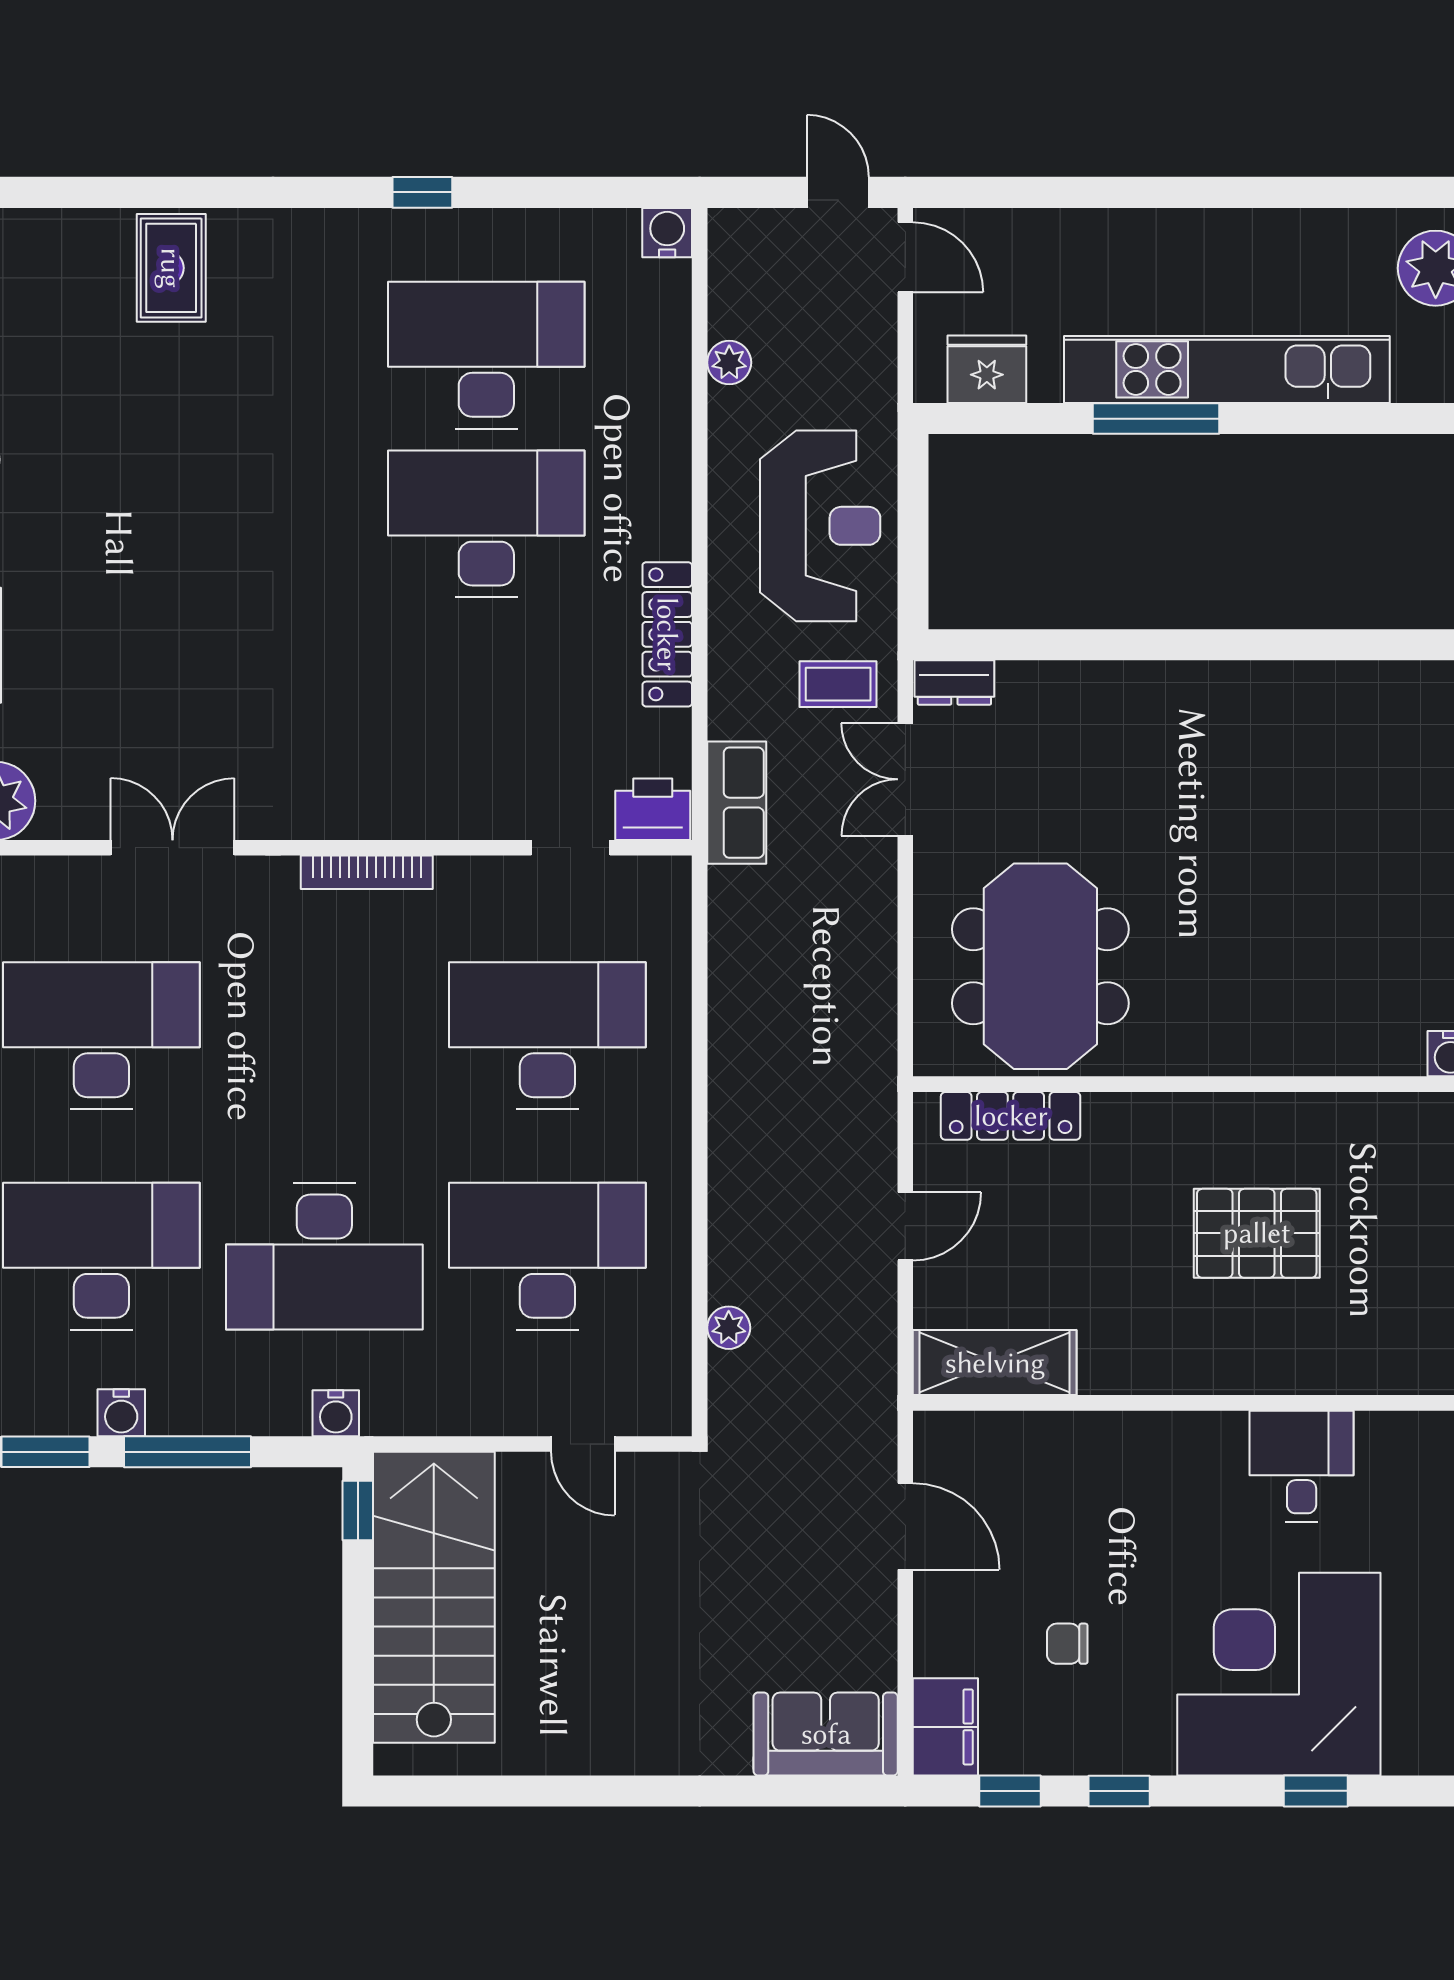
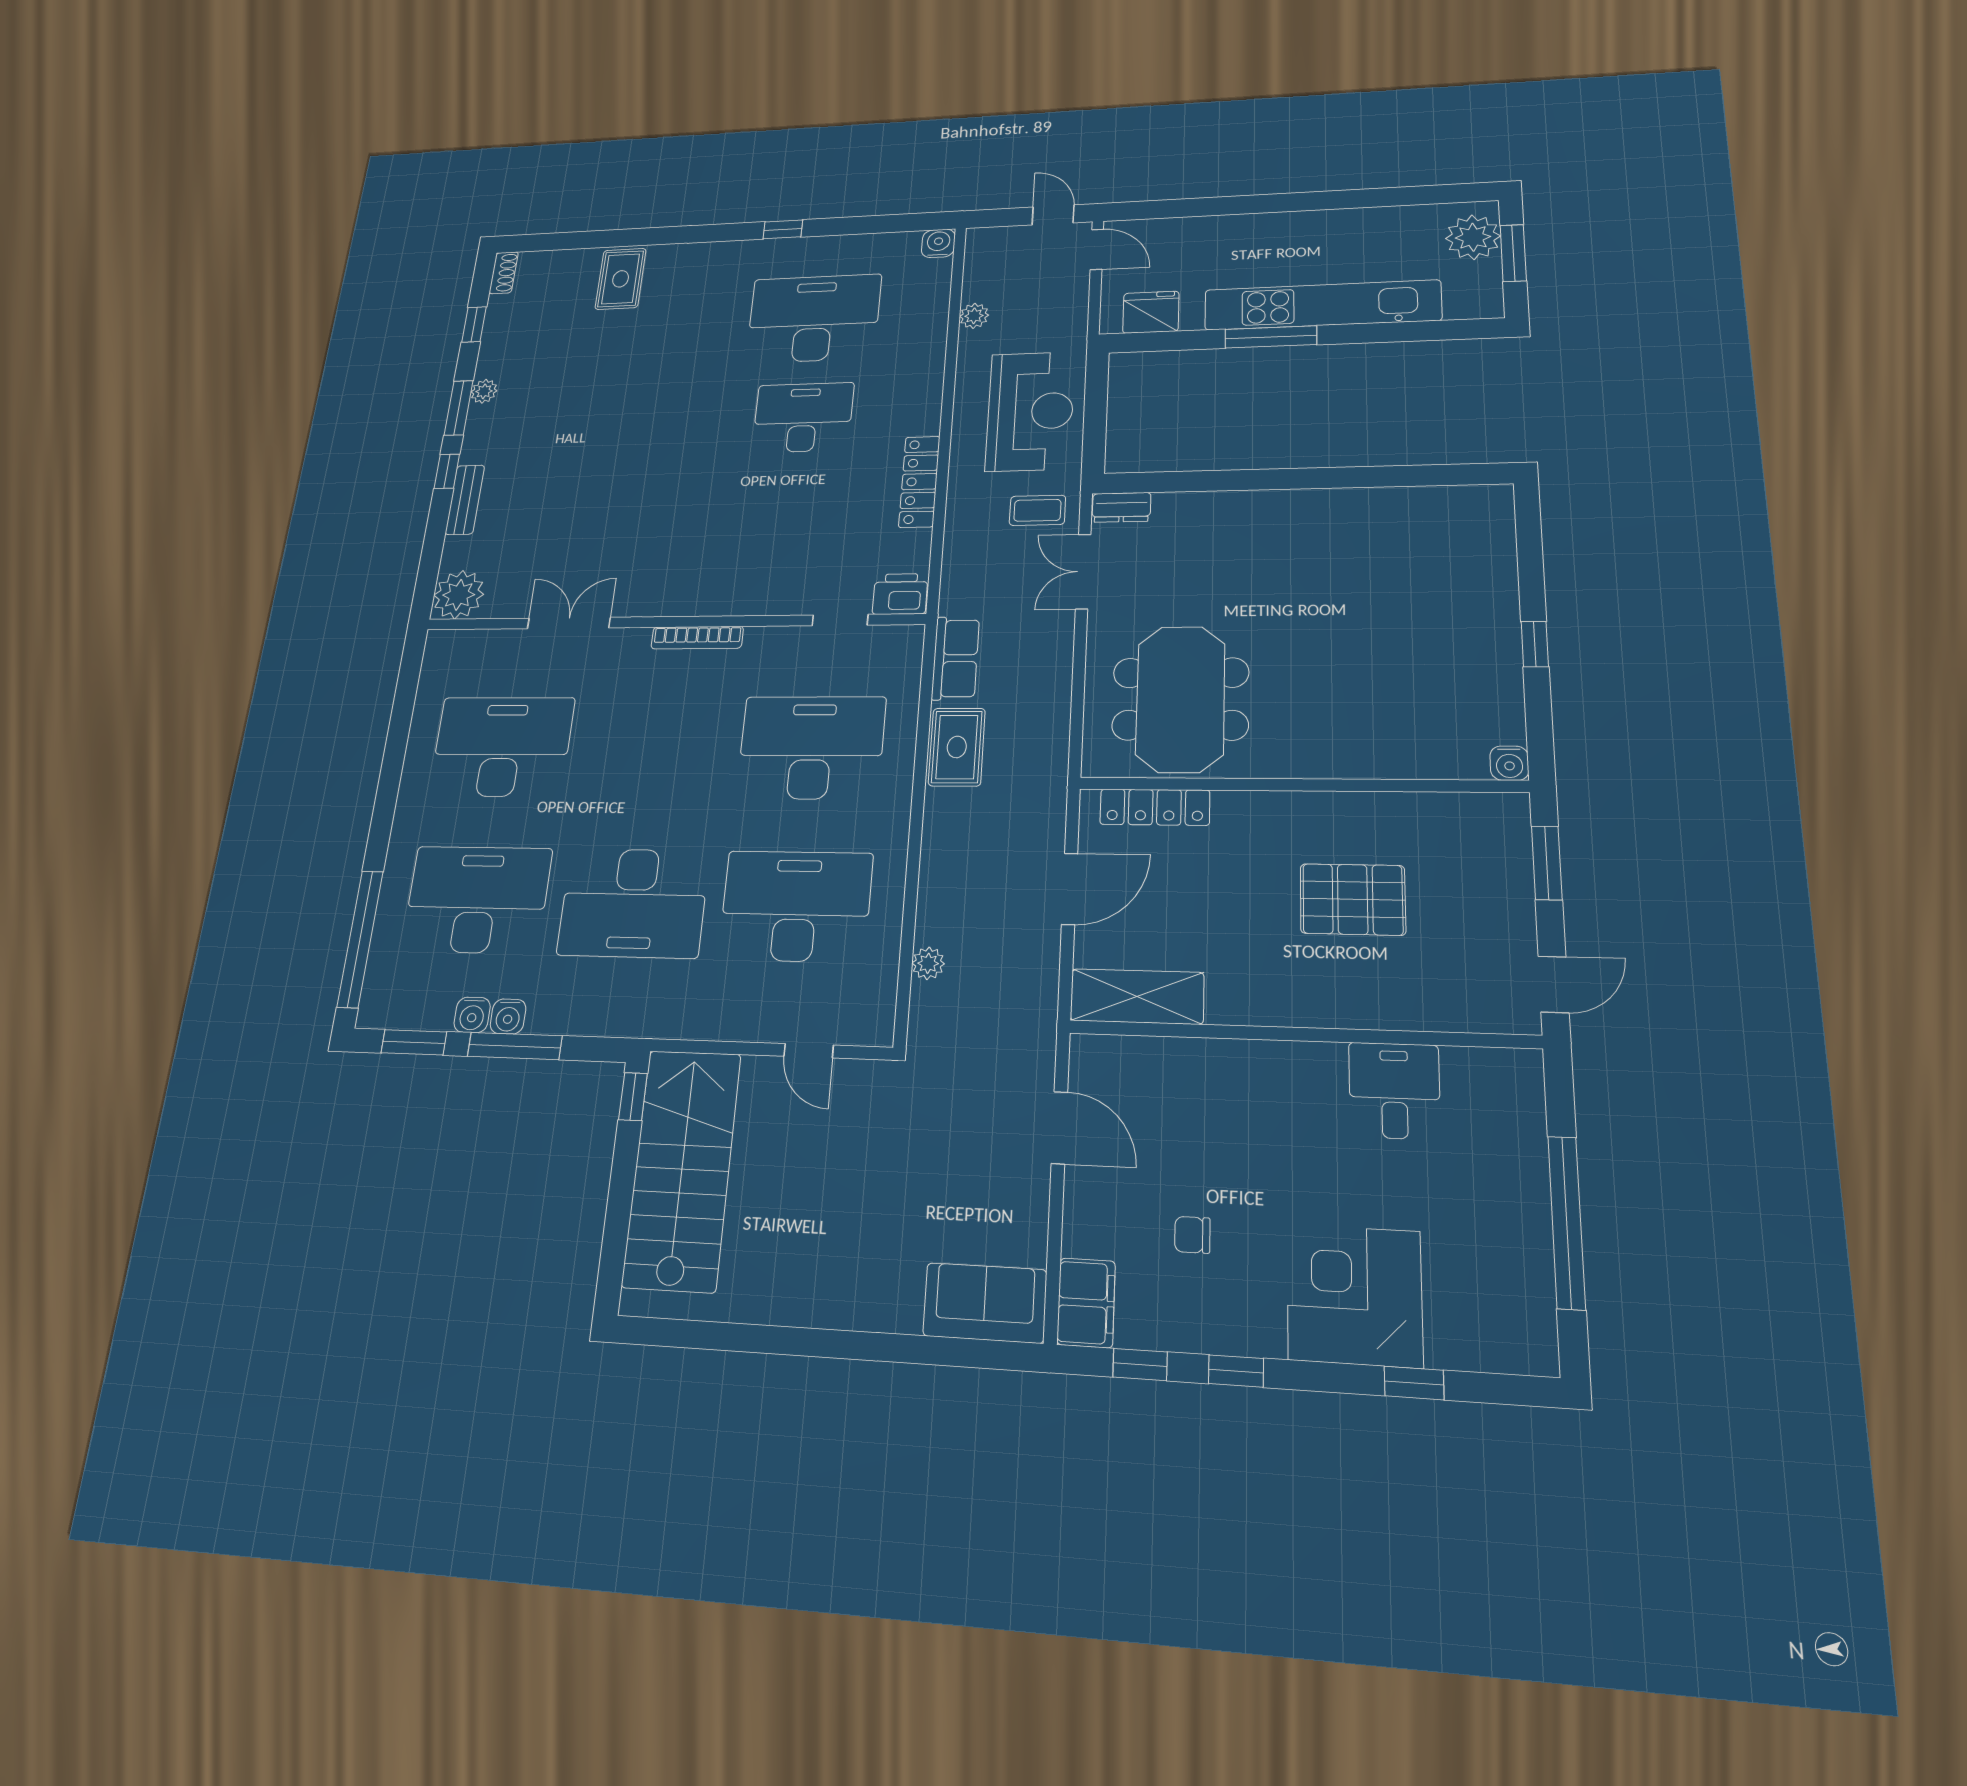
desk: (486, 524) -> (803, 418), width x0.73, depth x0.77
row of seats: (737, 803) -> (955, 658), moved
rug: (747, 1034) -> (957, 747), added
door: (905, 1226) -> (1070, 889), width x1.38
water cooler: (336, 1413) -> (508, 1016), moved
corner desk: (1279, 1674) -> (1354, 1295), width x0.74, depth x0.74

